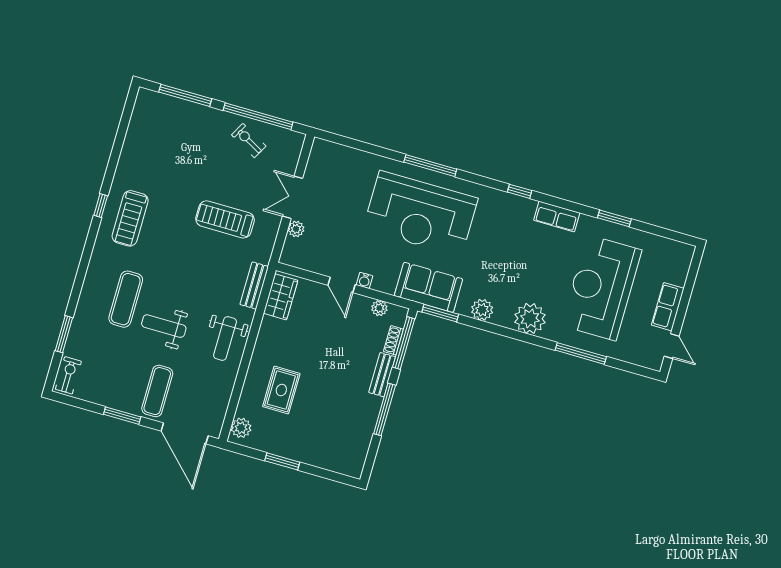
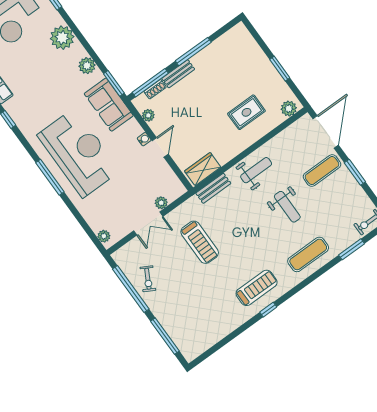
plant: (328, 149) -> (104, 236), added
exercise mat: (126, 299) -> (308, 254), moved

